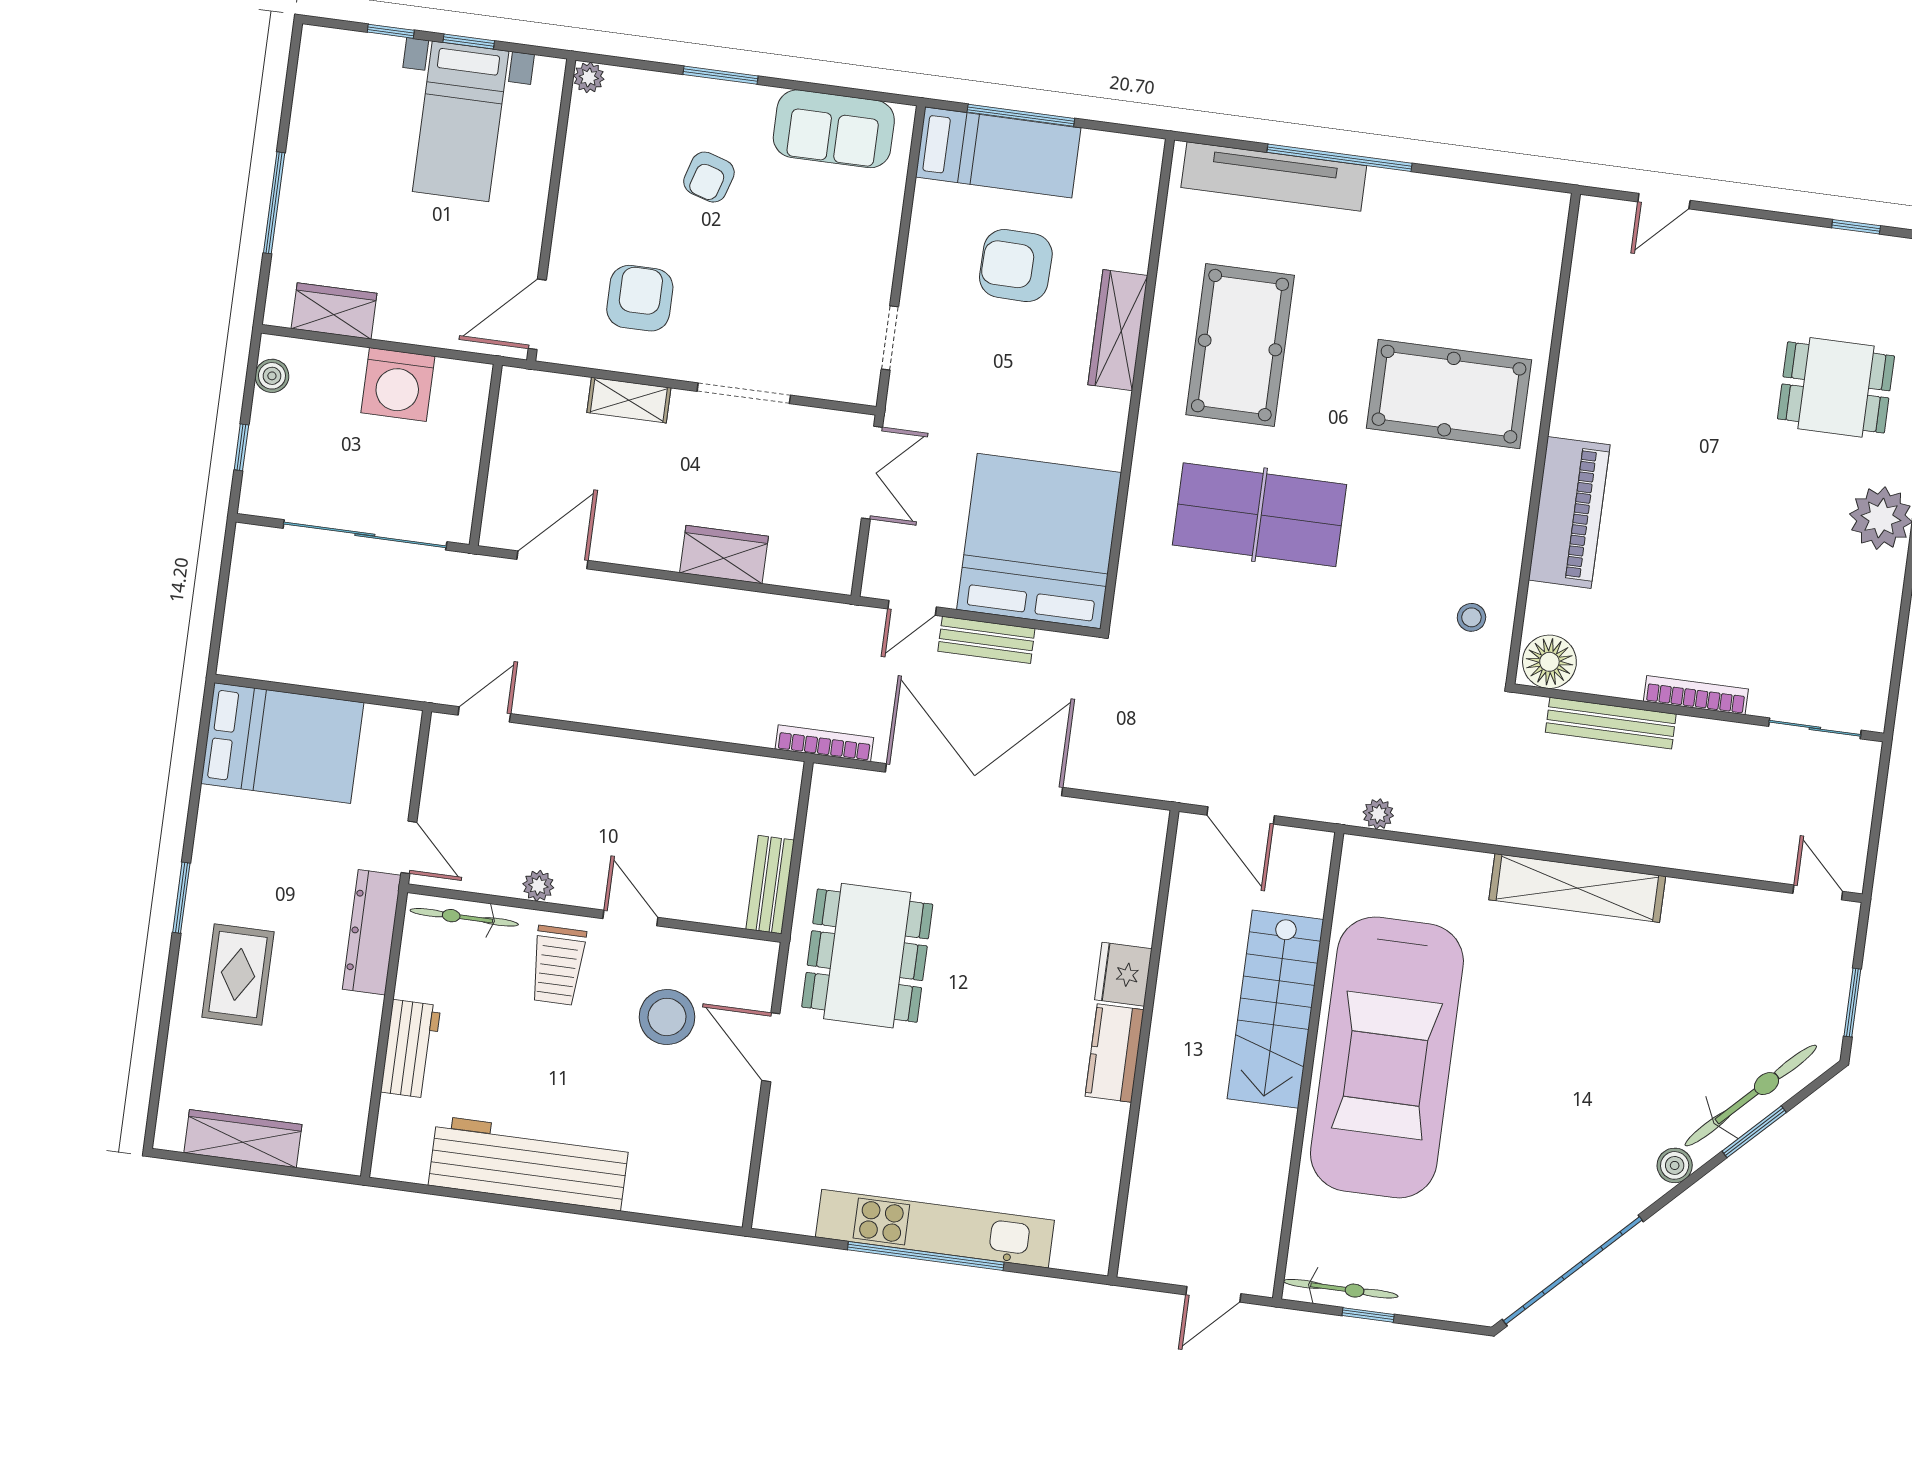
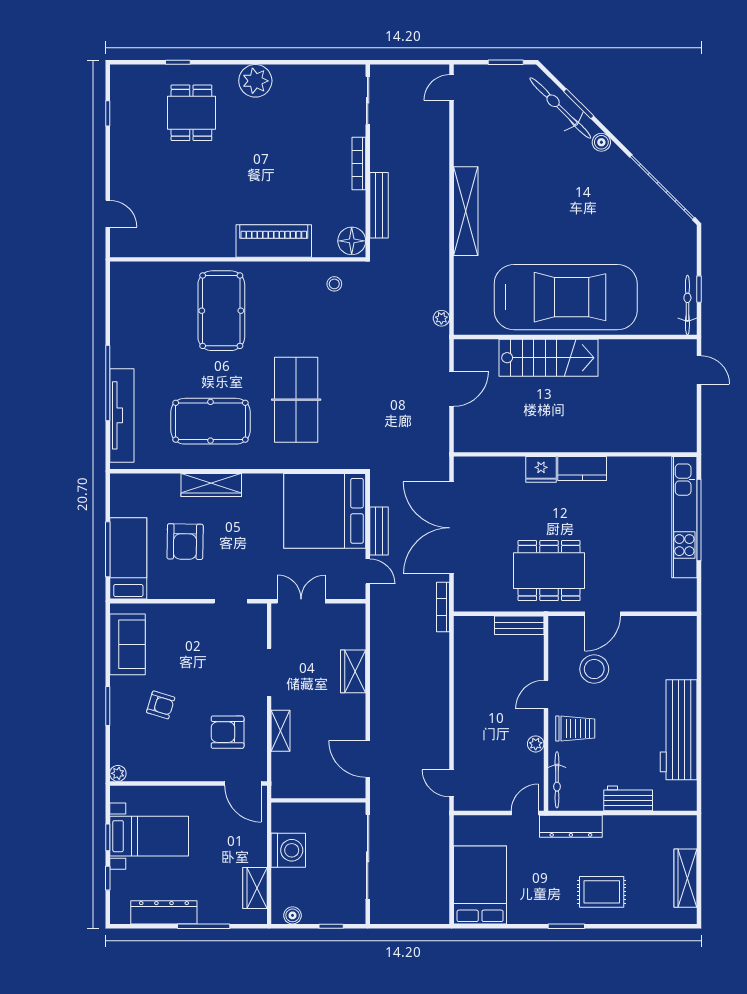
dresser: (311, 130) -> (164, 912), added
fridge: (1123, 974) -> (541, 469), moved
wall: (1143, 1044) -> (575, 454), moved
kitchen counter: (1114, 1053) -> (582, 469), moved

